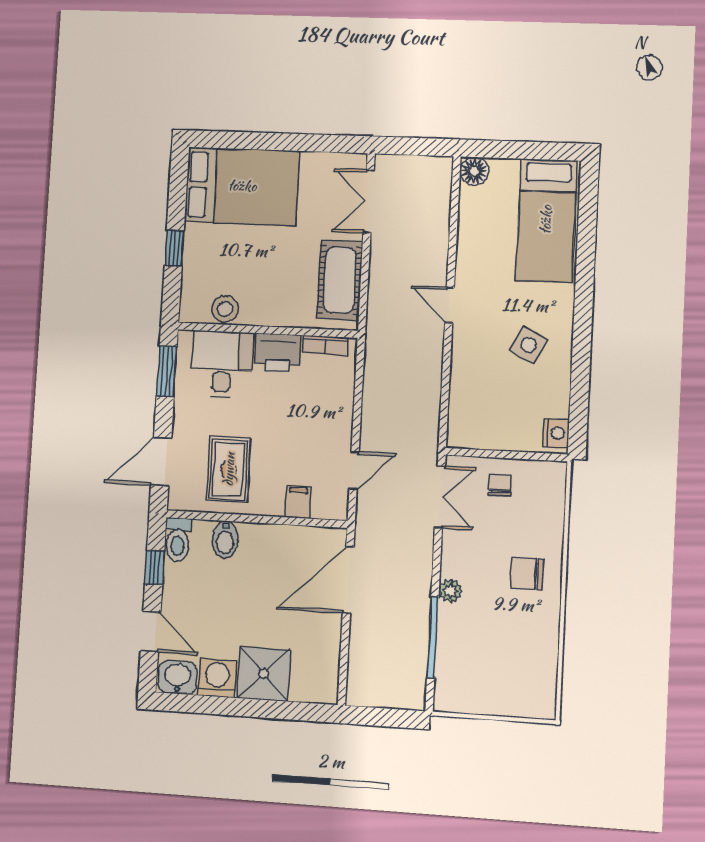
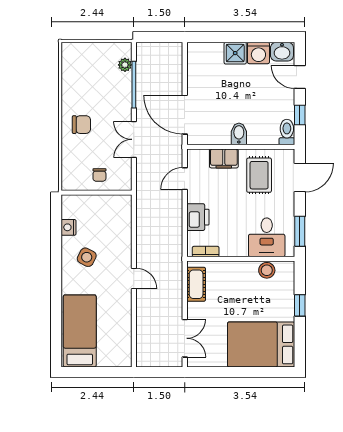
floor lamp: (474, 171) -> (123, 359), removed
cot: (340, 280) -> (196, 284), width x0.73, depth x0.75
printer: (278, 353) -> (198, 217), moved, turned 90
nightstand: (556, 433) -> (69, 227), moved
double door: (440, 497) -> (134, 139), moved
filing cabinet: (298, 502) -> (224, 158), width x2.00
bidet: (225, 539) -> (239, 134), moved
door: (348, 580) -> (185, 115), swing flipped
plant: (451, 591) -> (125, 65), moved
shower: (264, 674) -> (235, 53), width x0.73, depth x0.73

